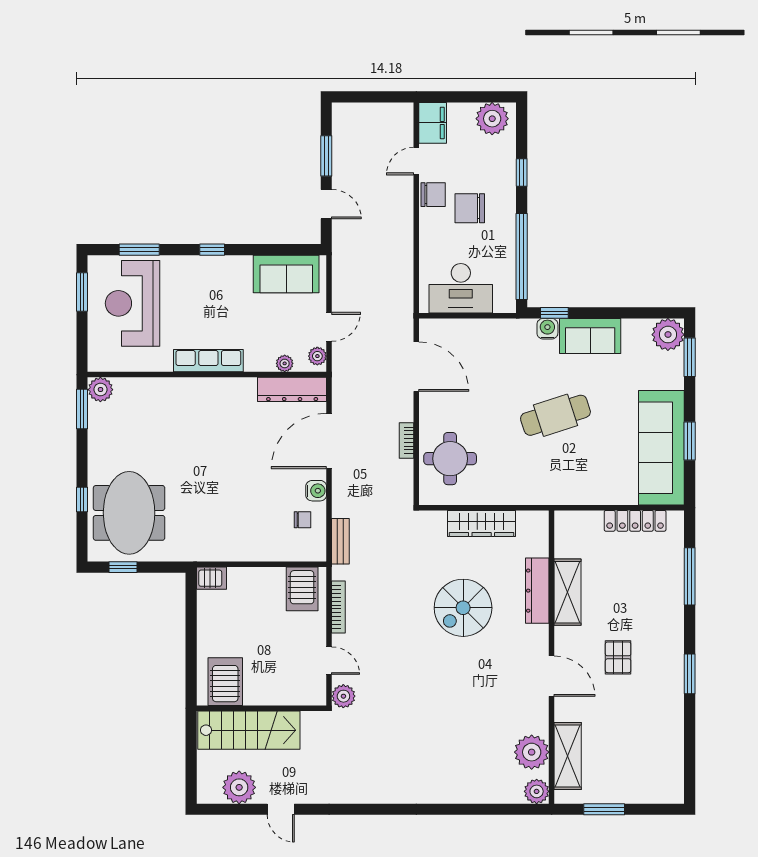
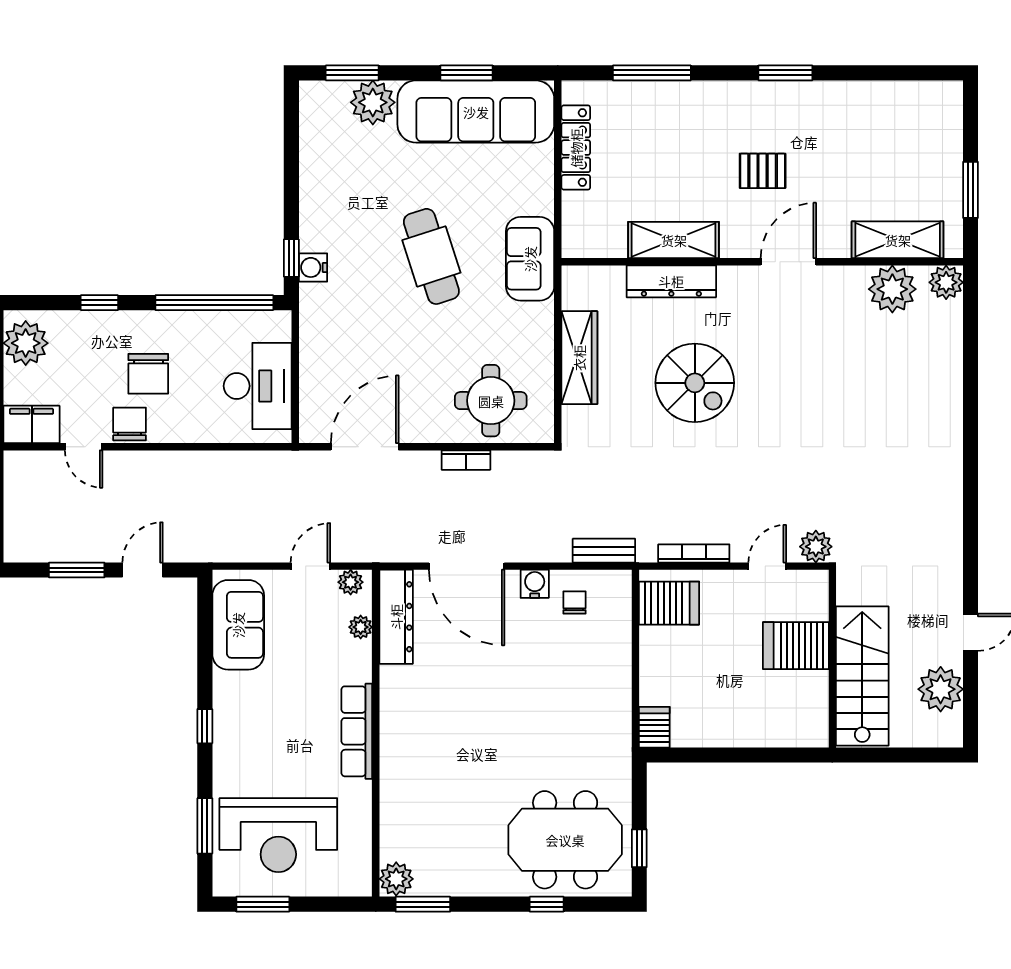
door: (329, 327) -> (310, 566), hinge flipped
plant: (668, 335) -> (373, 102), moved
sofa: (590, 336) -> (530, 259), moved, turned 180
server rack: (225, 682) -> (796, 646), moved

